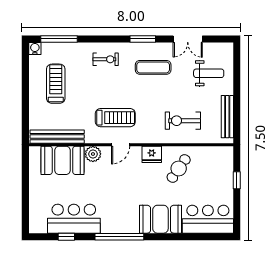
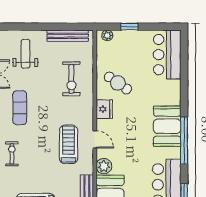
plant: (228, 158) -> (107, 35), added
booth: (160, 219) -> (167, 126), moved

